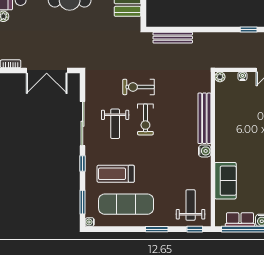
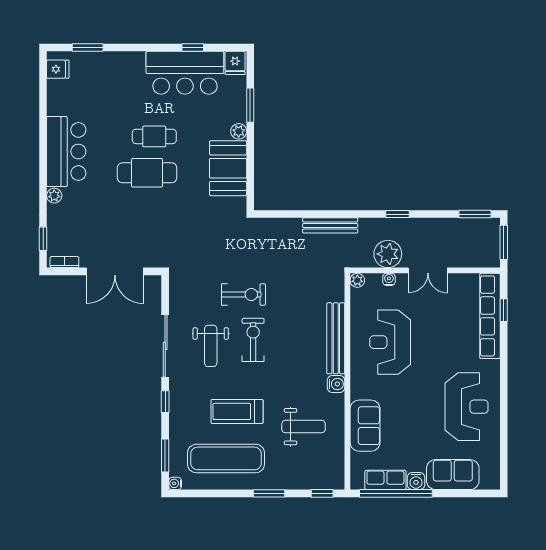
bench: (173, 38) -> (330, 225), moved
plant: (242, 58) -> (388, 254), added
exercise bike: (139, 87) -> (243, 294), turned 180
exercise bike: (145, 119) -> (253, 340), turned 180
reception desk: (243, 121) -> (390, 342), added
treadmill: (116, 174) -> (237, 411), moved
weight bench: (191, 205) -> (304, 427), moved, turned 90

